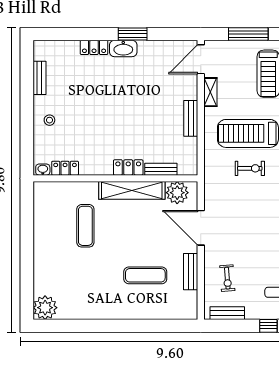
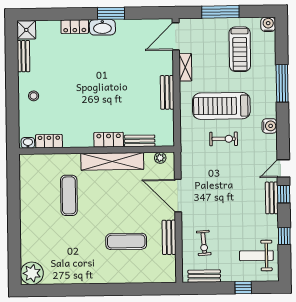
shower: (43, 50) -> (26, 30), added
plant: (177, 193) -> (160, 158), width x0.53, depth x0.53

